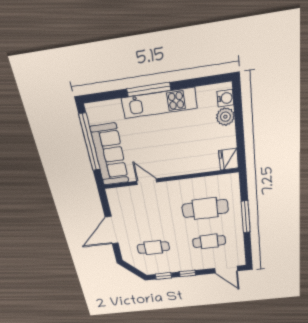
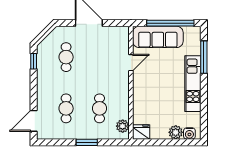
window: (149, 89) -> (204, 57), moved
plant: (223, 181) -> (123, 126), added
cafe table: (205, 208) -> (100, 108), width x0.73, depth x0.74
window: (246, 217) -> (87, 142), width x0.69
window: (188, 274) -> (34, 84), removed

